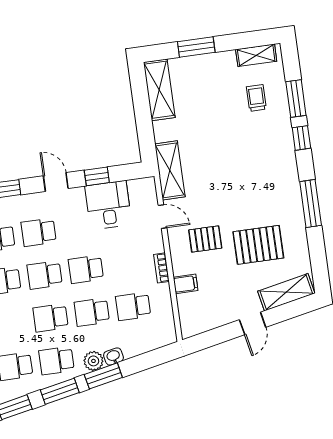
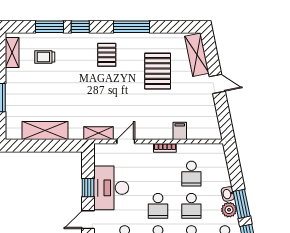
shelving: (159, 90) -> (45, 131), moved
shelving: (170, 170) -> (98, 133), width x0.67, depth x0.75
desk: (108, 205) -> (111, 188), width x1.37
pallet: (205, 239) -> (107, 55), moved

